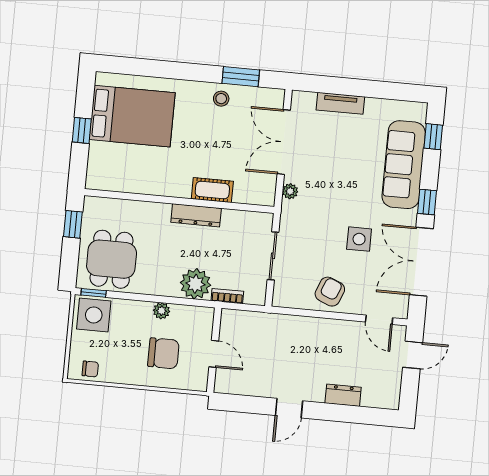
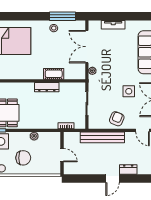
window: (241, 77) -> (62, 16), width x1.44
plant: (195, 284) -> (50, 121), removed
bench: (297, 326) -> (102, 137), added
chair: (163, 353) -> (23, 158), moved
door: (289, 408) -> (113, 179), moved

